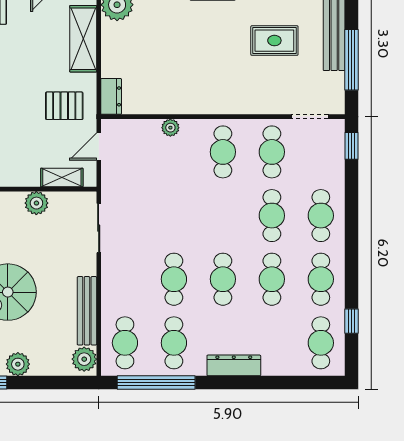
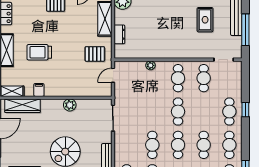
rug: (274, 41) -> (205, 20), turned 90
dresser: (111, 96) -> (119, 34), moved
window: (351, 146) -> (245, 110), moved
shelving: (62, 178) -> (94, 92), removed
plant: (36, 203) -> (70, 105), moved
cafe table: (272, 216) -> (178, 112), moved

